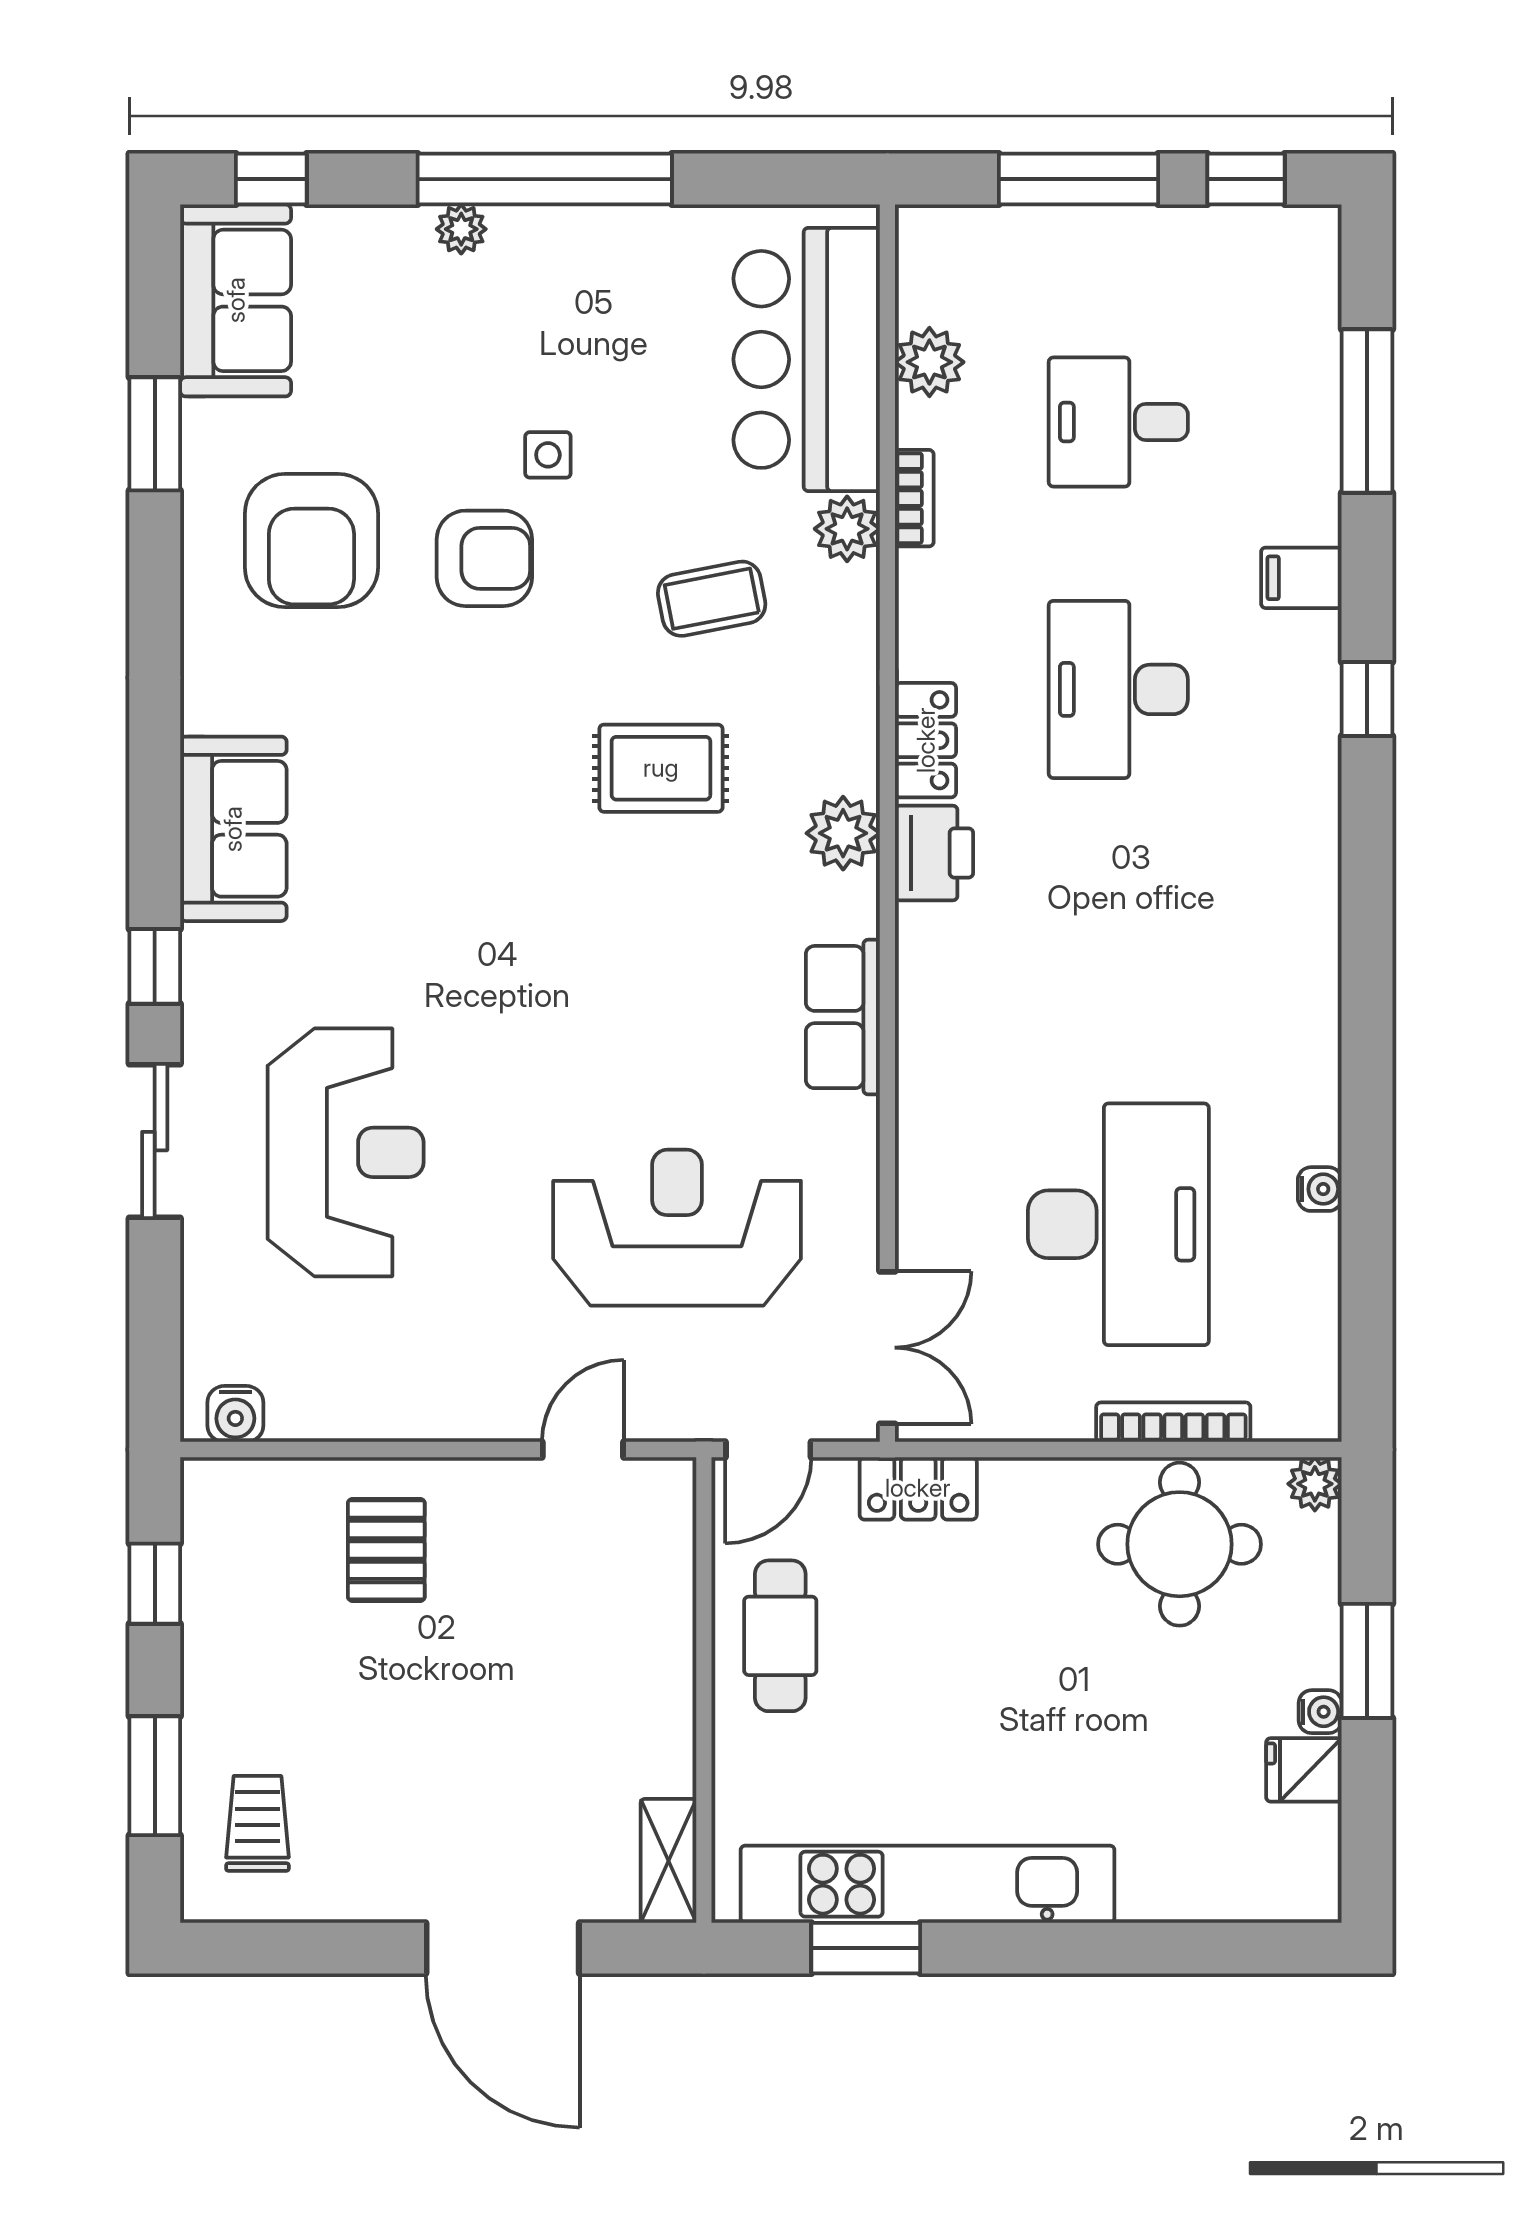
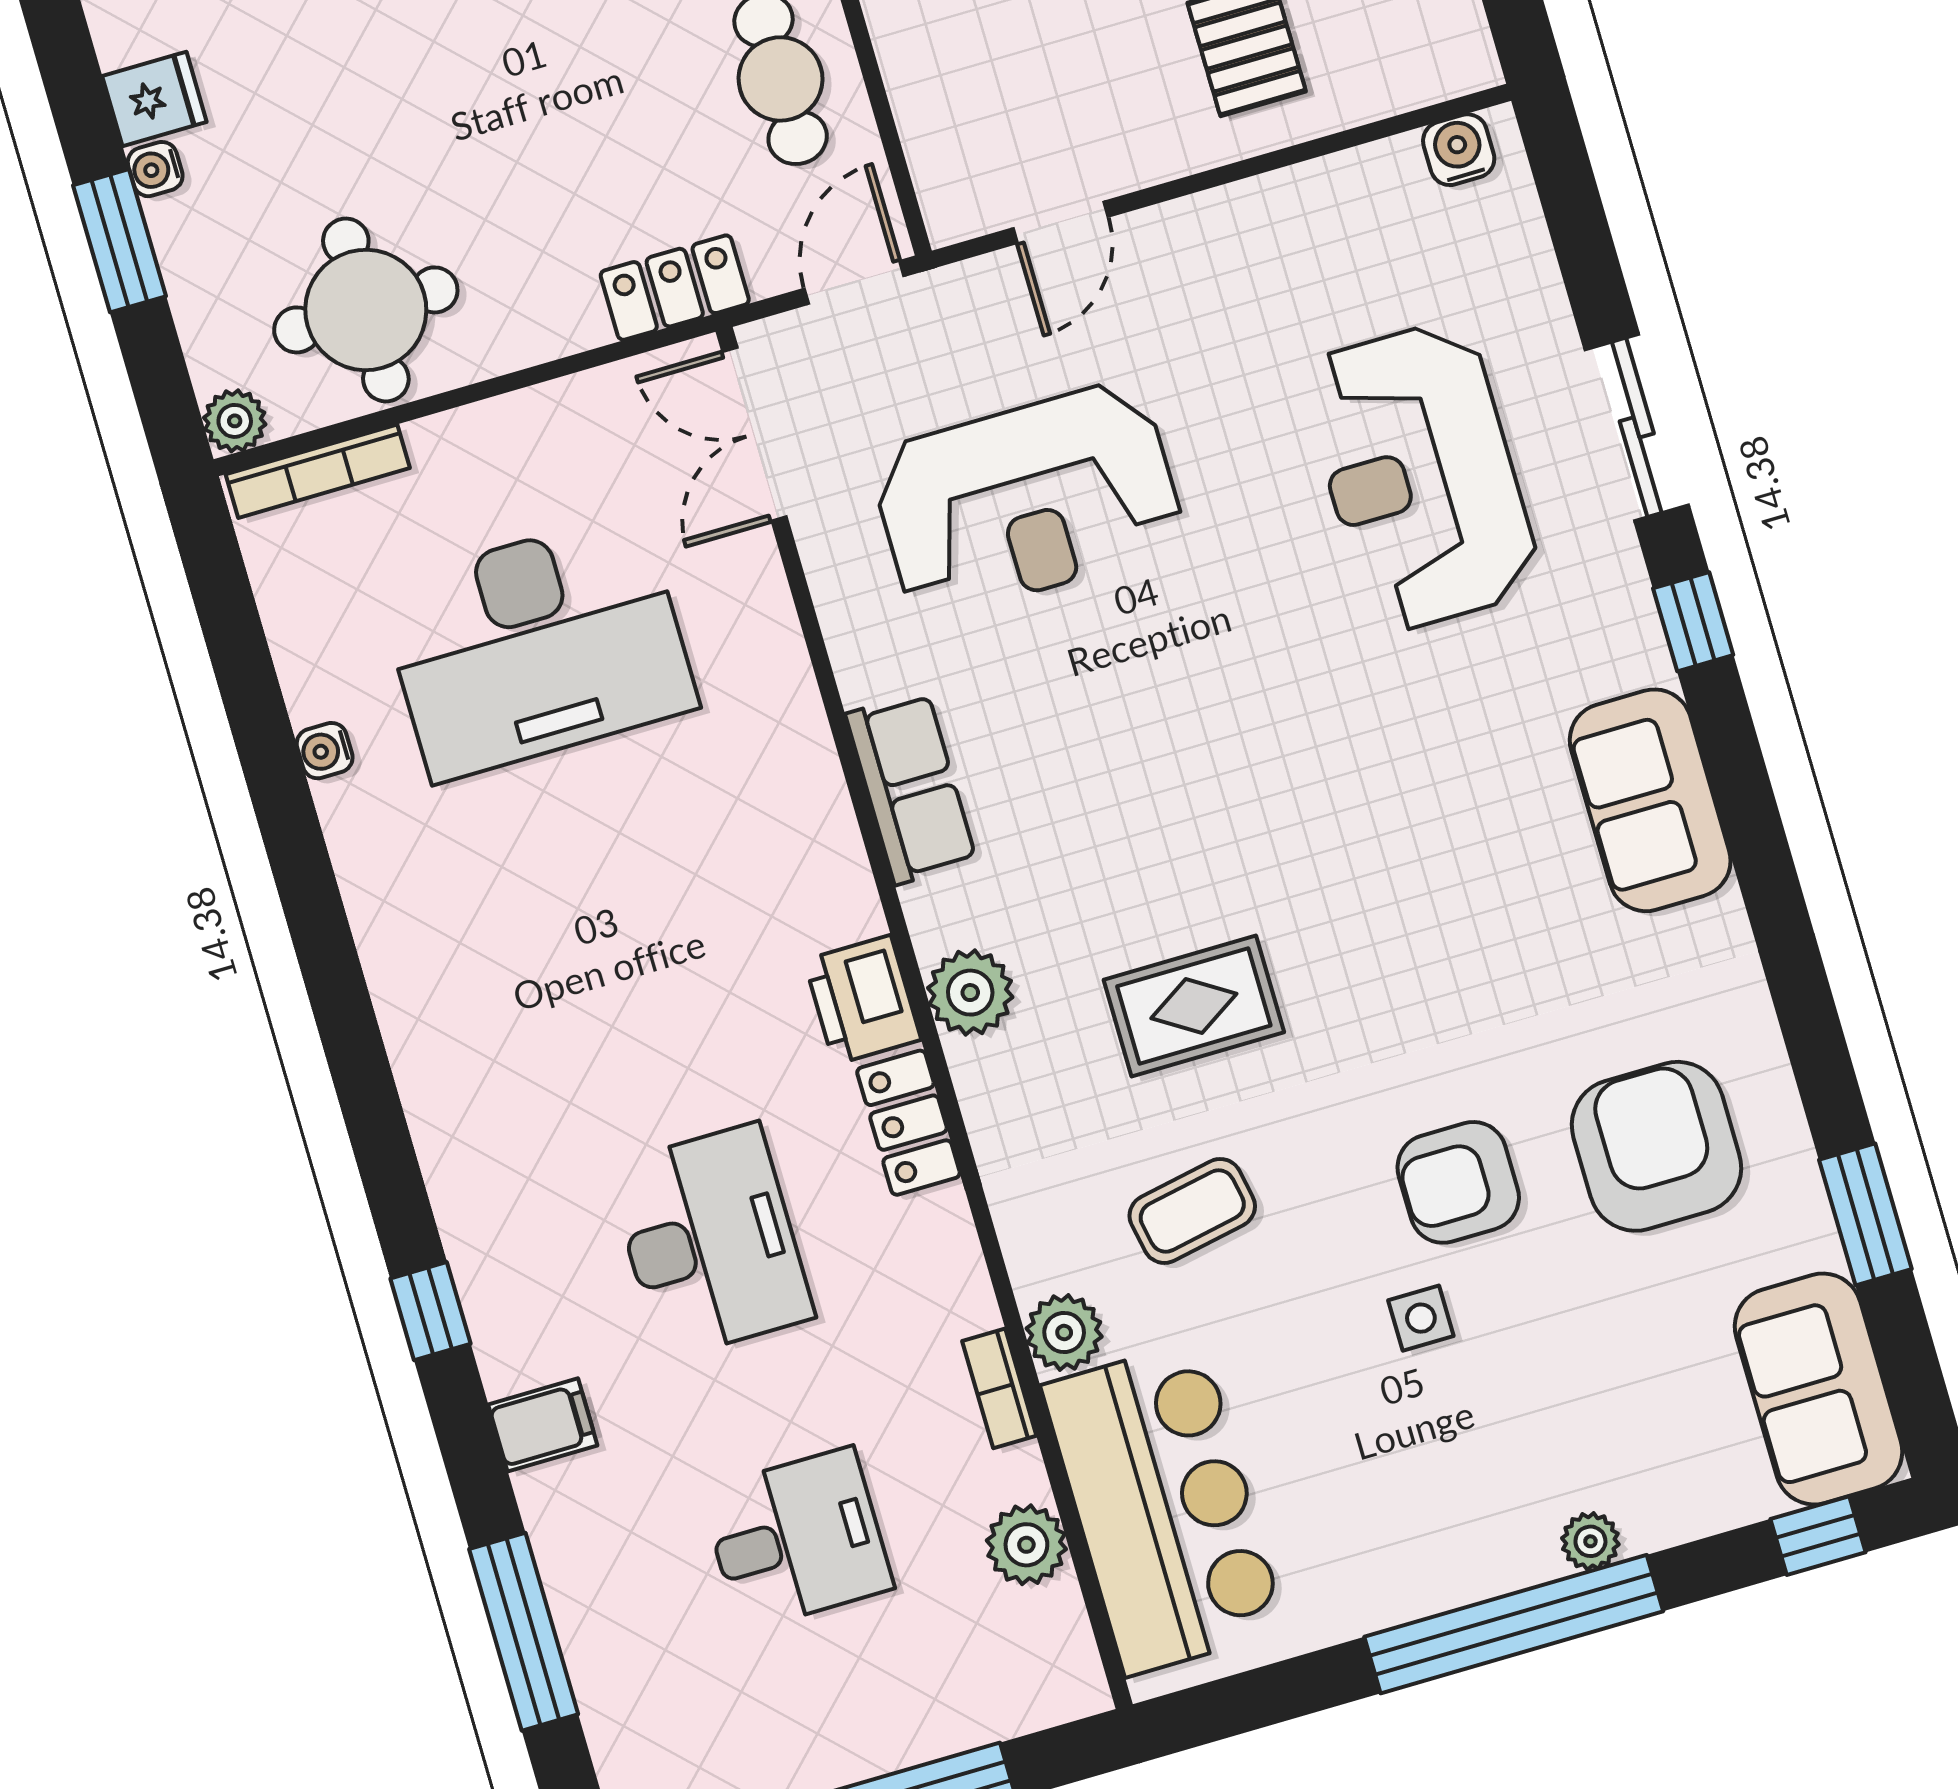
desk: (1118, 1224) -> (537, 646), turned -90
bookcase: (1173, 1422) -> (318, 471), moved

